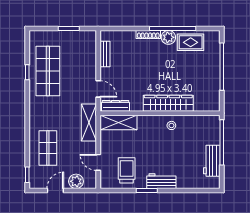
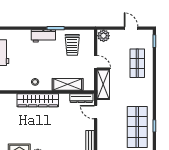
shelving: (119, 122) -> (68, 84), moved
door: (98, 162) -> (96, 62), moved
plant: (76, 181) -> (104, 36), moved
door: (55, 190) -> (131, 28), swing flipped

